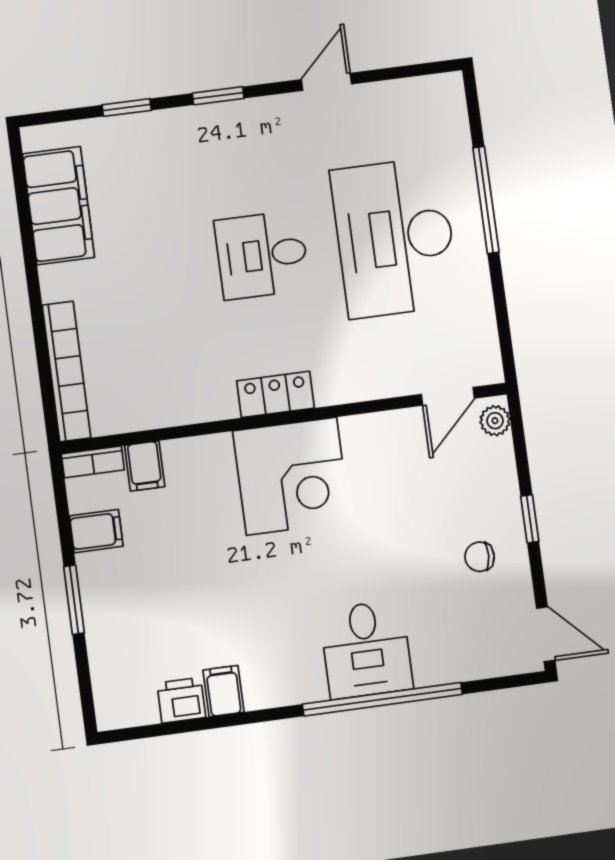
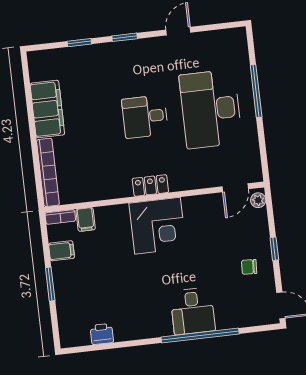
filing cabinet: (59, 206) -> (47, 109), moved
filing cabinet: (224, 691) -> (122, 330), removed

